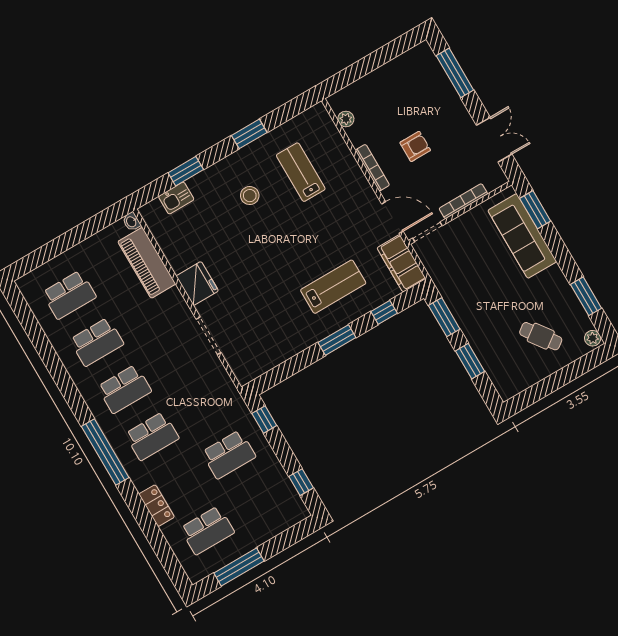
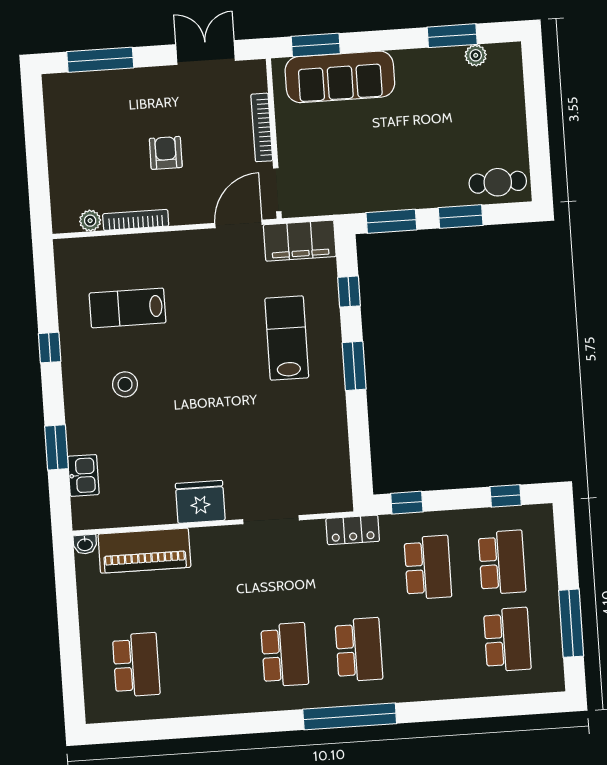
window: (249, 134) -> (50, 348), width x0.67
bookcase: (372, 168) -> (136, 220), moved
cafe table: (541, 336) -> (498, 182), moved, turned 36
plant: (593, 338) -> (476, 55), moved
school desk: (97, 342) -> (502, 562), moved
locker: (157, 506) -> (353, 530), moved, turned 180

